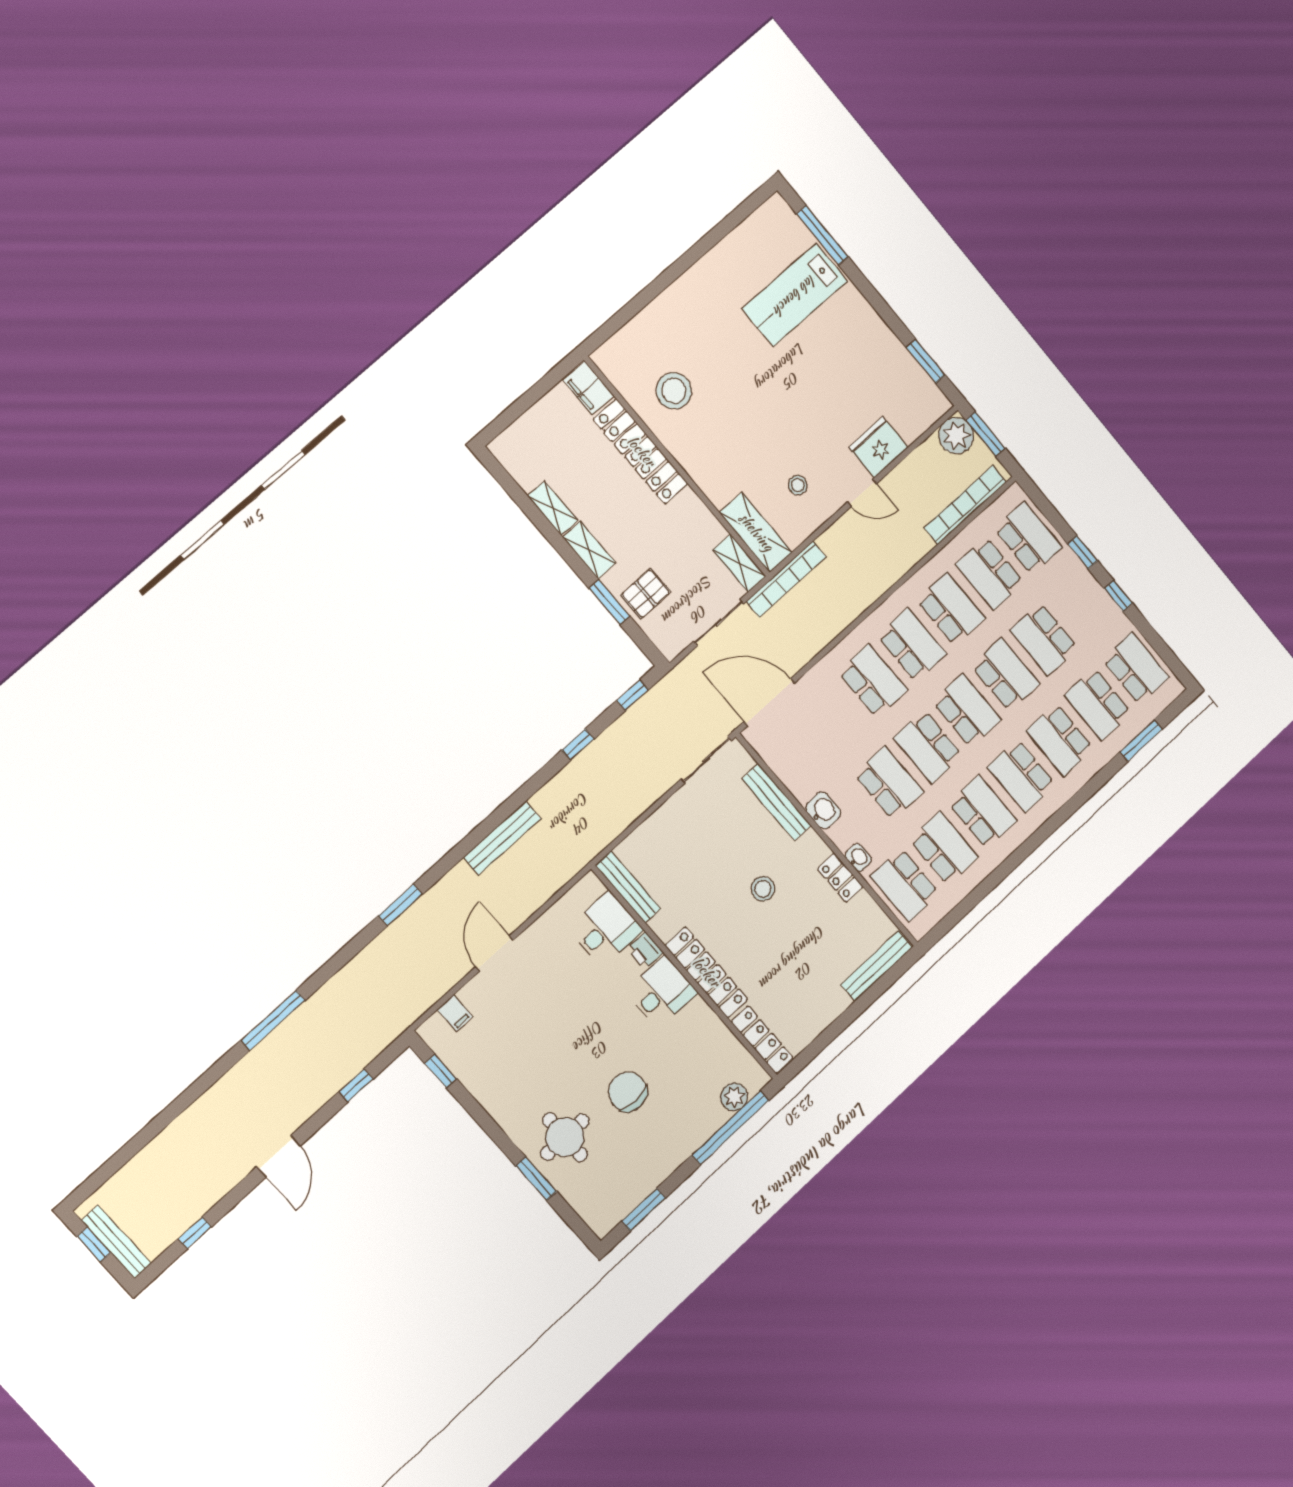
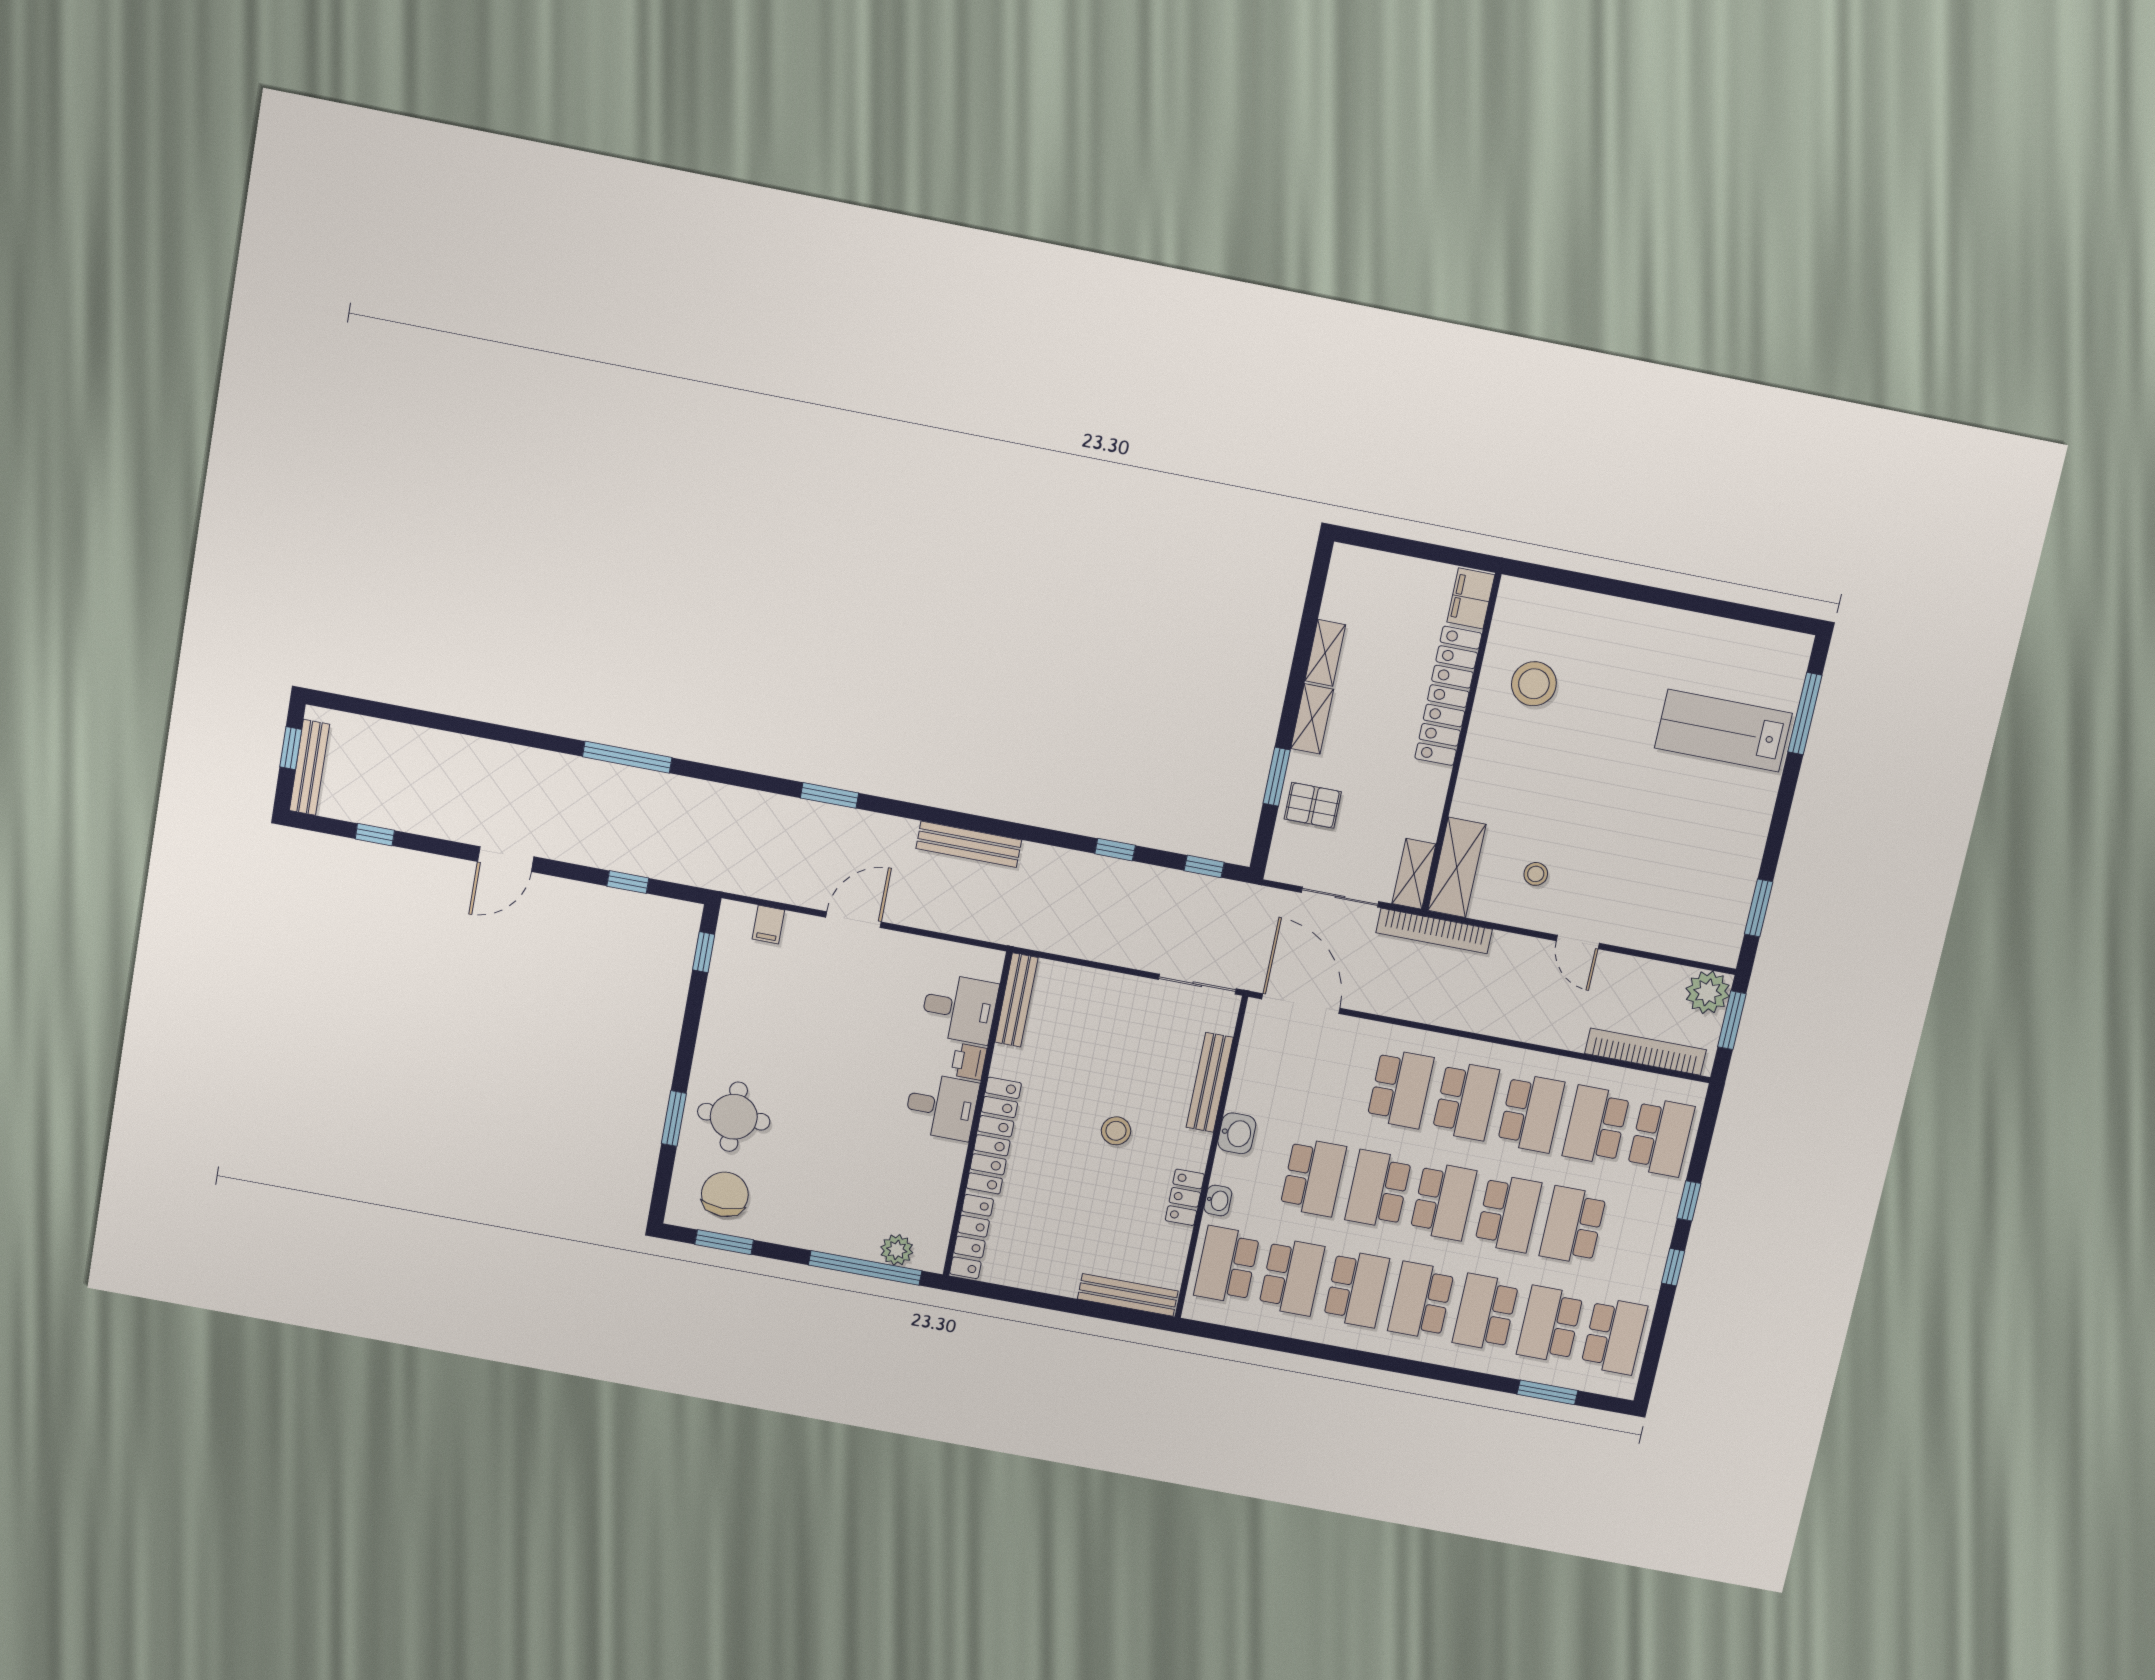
fridge: (879, 447) -> (1636, 925), removed
chair: (628, 1092) -> (725, 1194), moved

